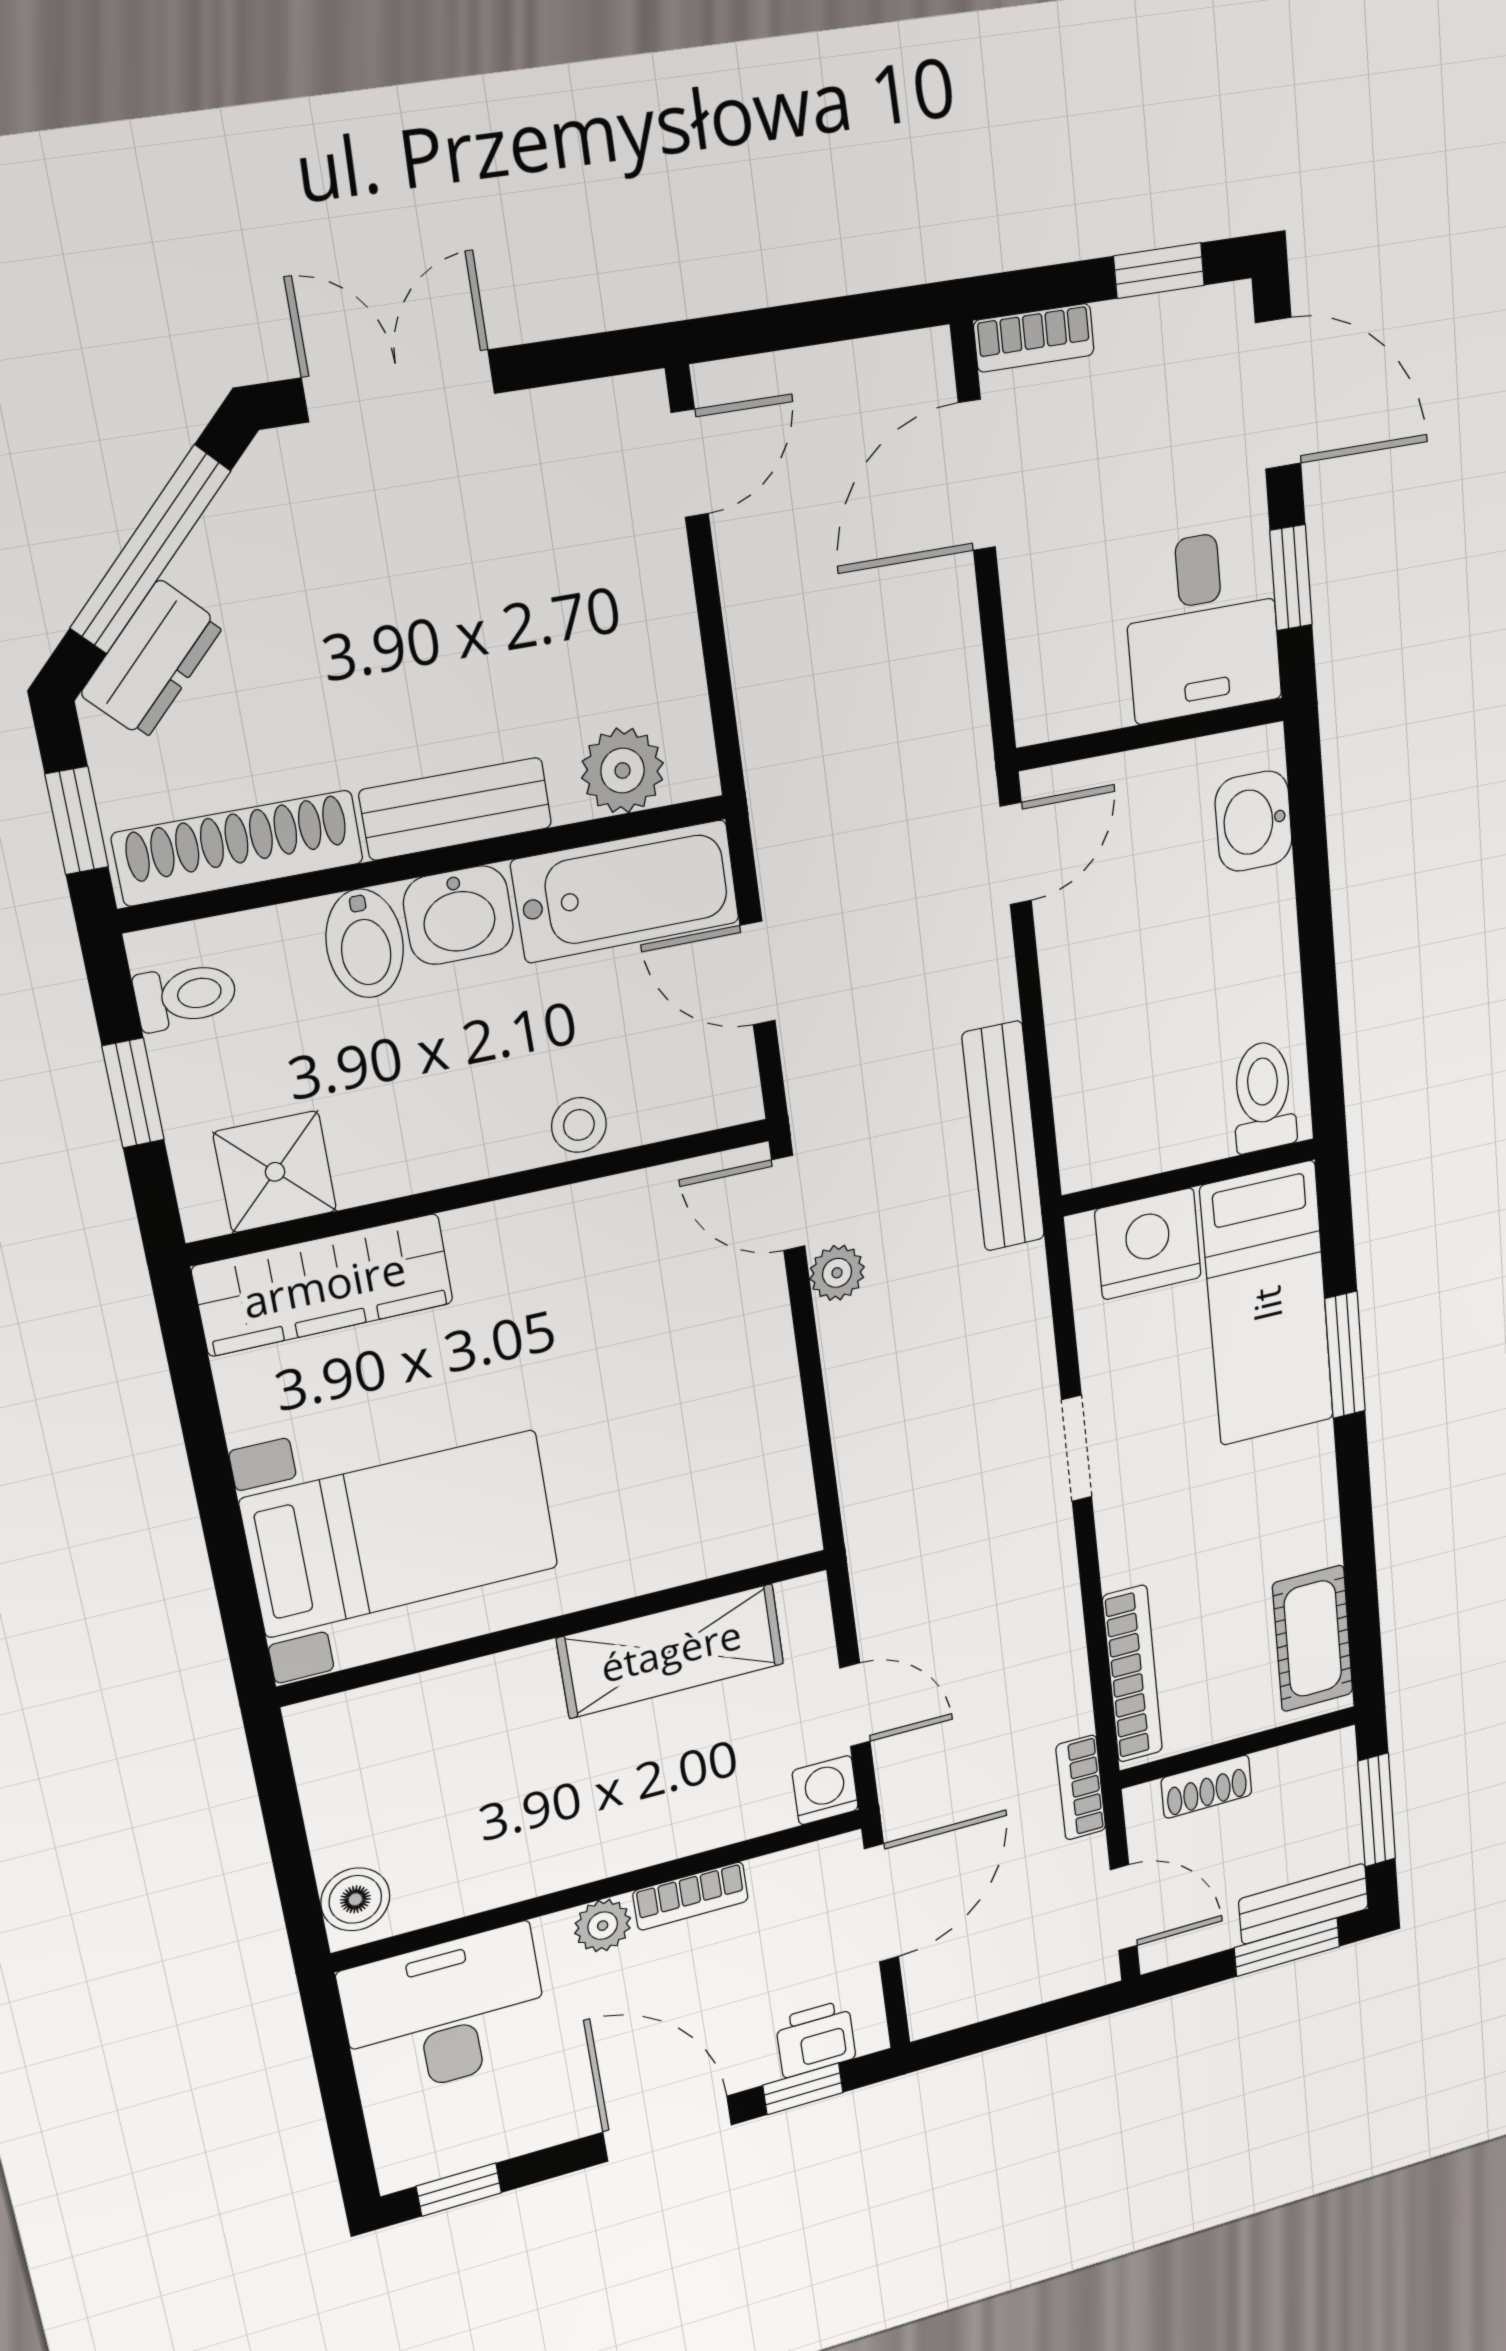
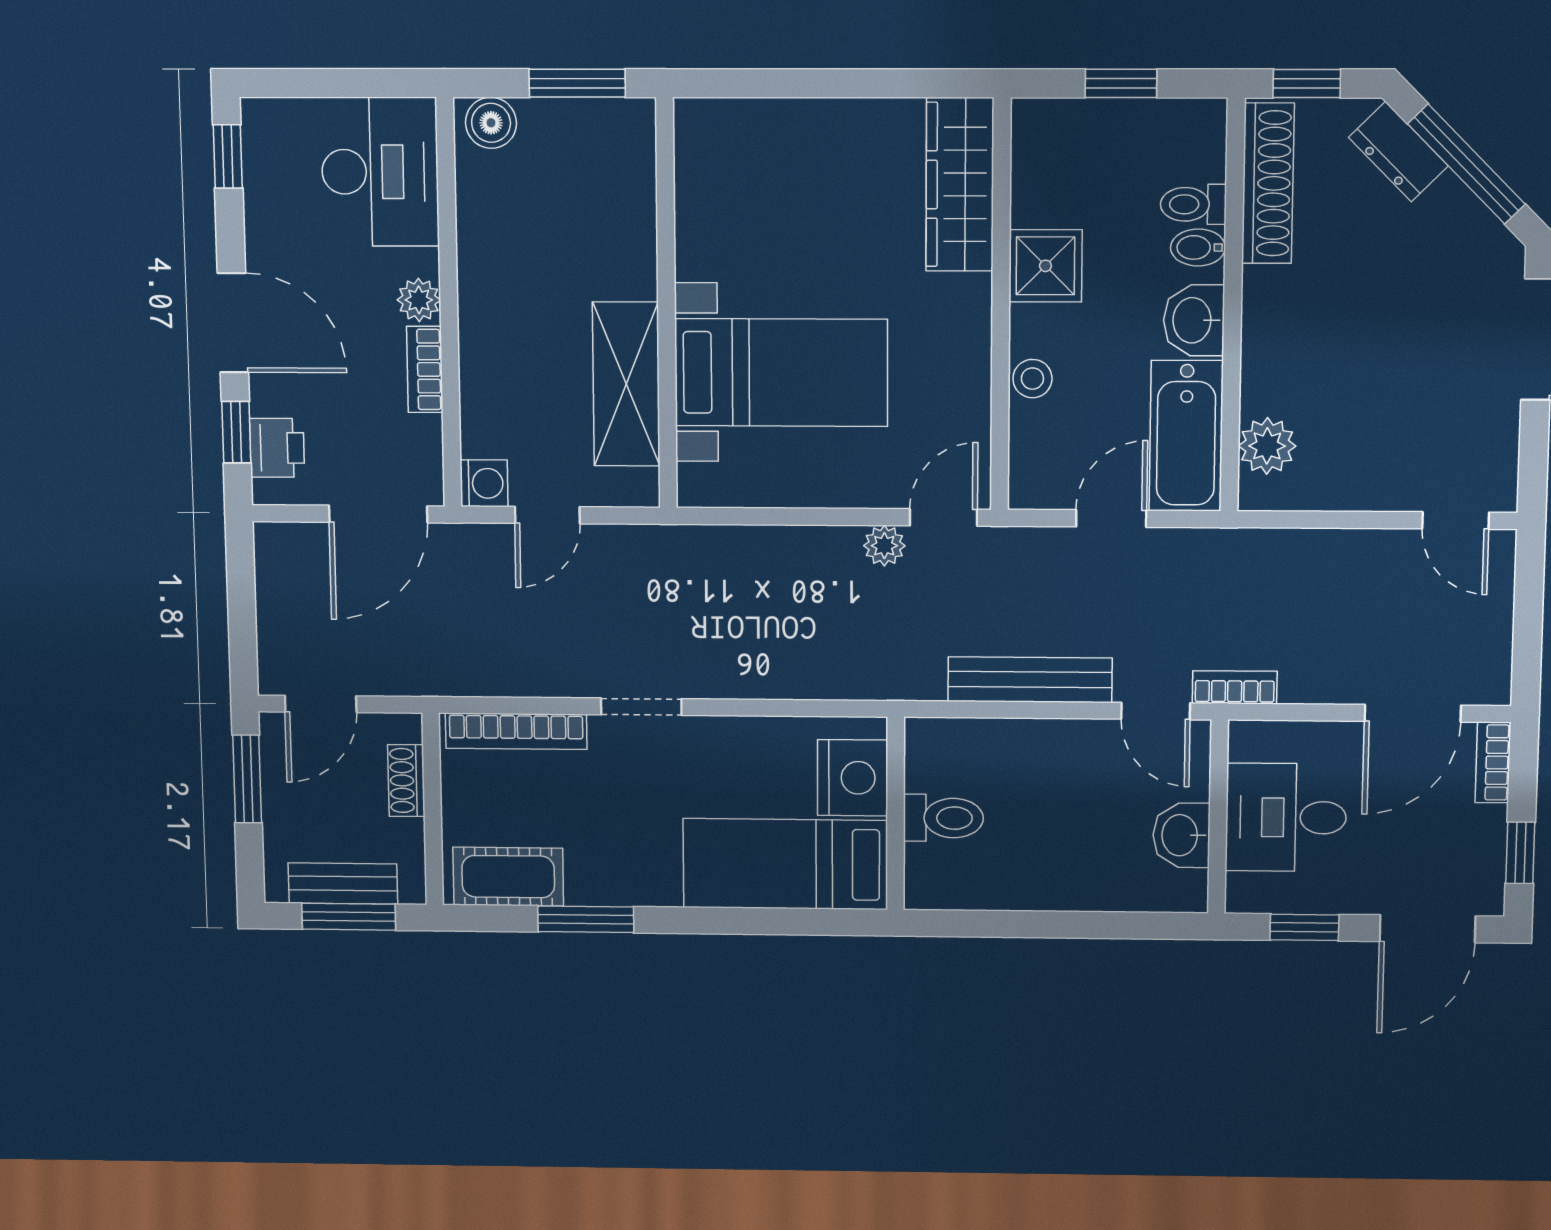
door: (977, 475) -> (1413, 713), swing flipped
desk: (1202, 625) -> (1286, 817), moved
bench: (456, 809) -> (1264, 330), removed
washbasin: (1254, 821) -> (1181, 835), moved, turned -90
bidet: (365, 944) -> (1198, 247), width x0.72, depth x0.74
toilet: (186, 996) -> (1193, 204), moved, turned 90
toilet: (1264, 1096) -> (943, 818), moved
bench: (1003, 1137) -> (1030, 680), moved
shower: (275, 1172) -> (1045, 266), moved
window: (1345, 1355) -> (586, 919), moved
doorway: (1077, 1448) -> (641, 707), moved
bed with nightstands: (401, 1534) -> (781, 373), moved, turned -90
bookcase: (1081, 1788) -> (1235, 687), moved
window: (281, 1809) -> (577, 83), added
door: (881, 1903) -> (378, 514), hinge flipped
bench: (1304, 1904) -> (343, 884), moved, turned 90
window: (1287, 1947) -> (247, 779), moved
door: (668, 2128) -> (233, 323), hinge flipped

